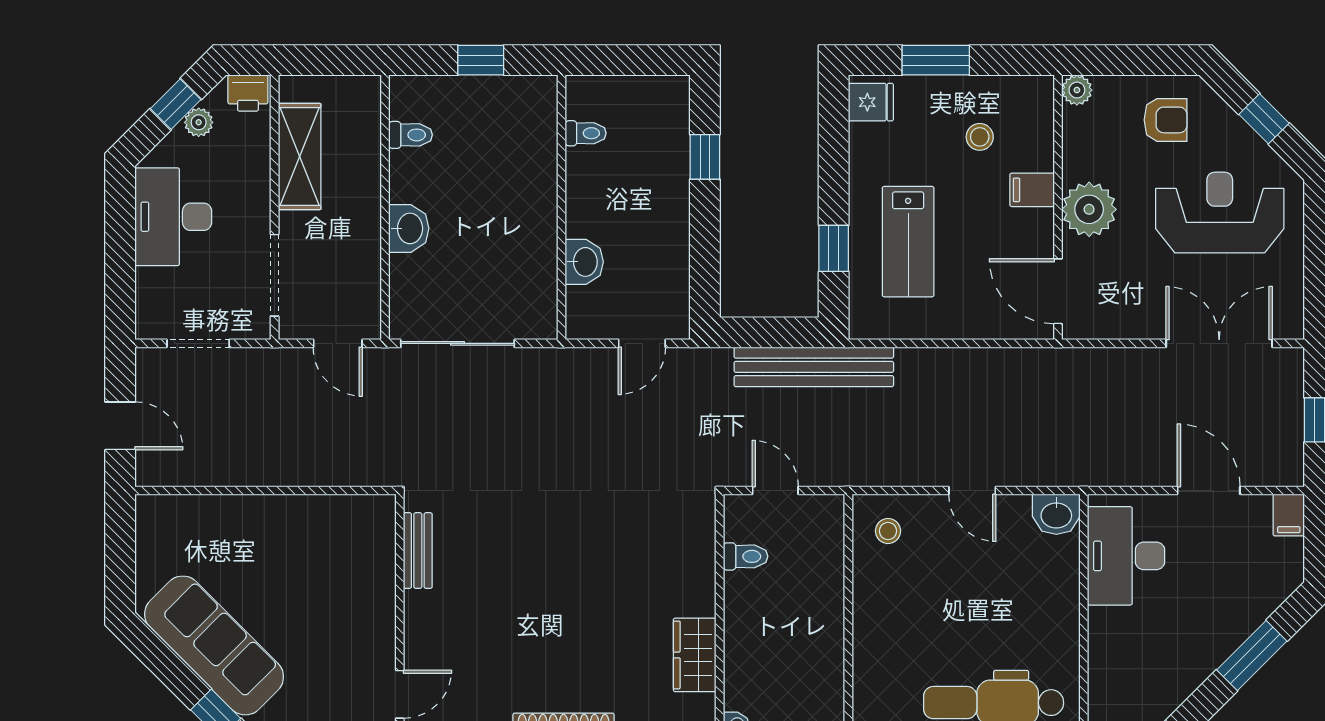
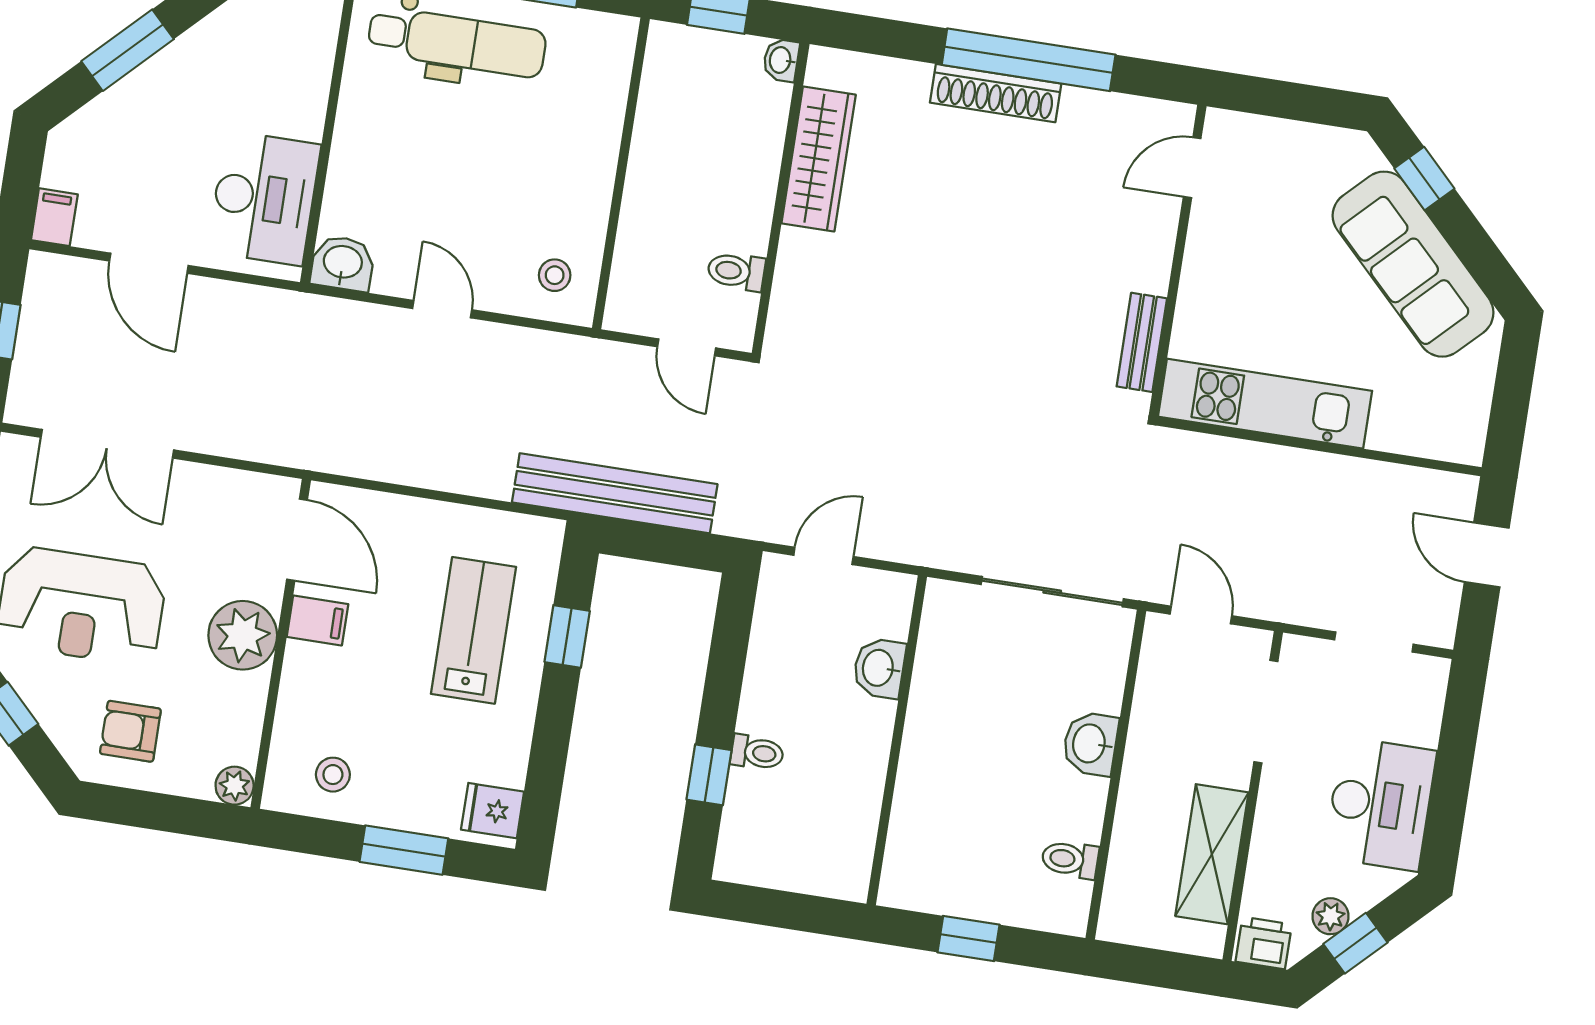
toilet: (586, 133) -> (757, 753), moved, turned 180
stool: (980, 137) -> (333, 775), moved
filing cabinet: (1032, 190) -> (317, 621), moved
kitchen unit: (313, 517) -> (1265, 404), added
wardrobe: (695, 655) -> (819, 159), width x1.50

